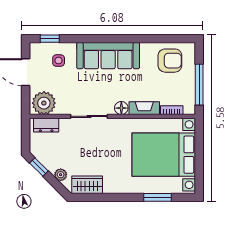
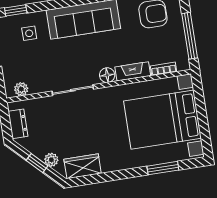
plant: (44, 103) -> (21, 89), width x0.53, depth x0.53
dresser: (46, 125) -> (18, 124), moved, turned -90
window: (39, 167) -> (37, 163), moved

